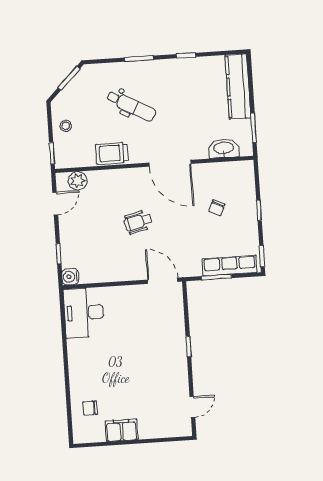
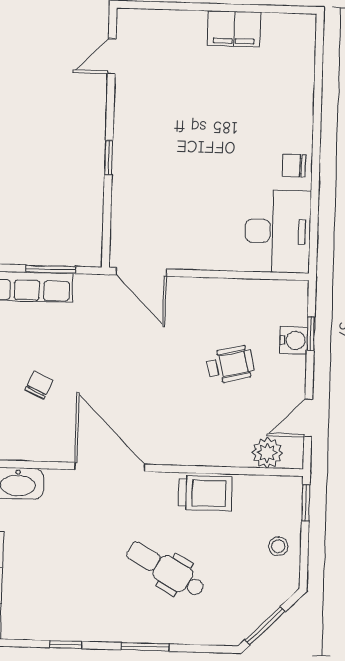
wheelchair: (138, 222) -> (230, 365), moved
water cooler: (70, 277) -> (294, 340), moved
chair: (90, 408) -> (294, 166), moved, turned 180

